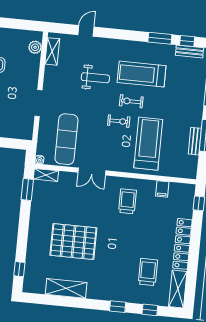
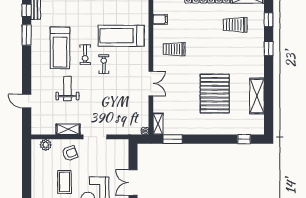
shelving: (52, 51) -> (68, 129), moved
armchair: (23, 73) -> (70, 153), added
exercise mat: (66, 139) -> (124, 109), removed

